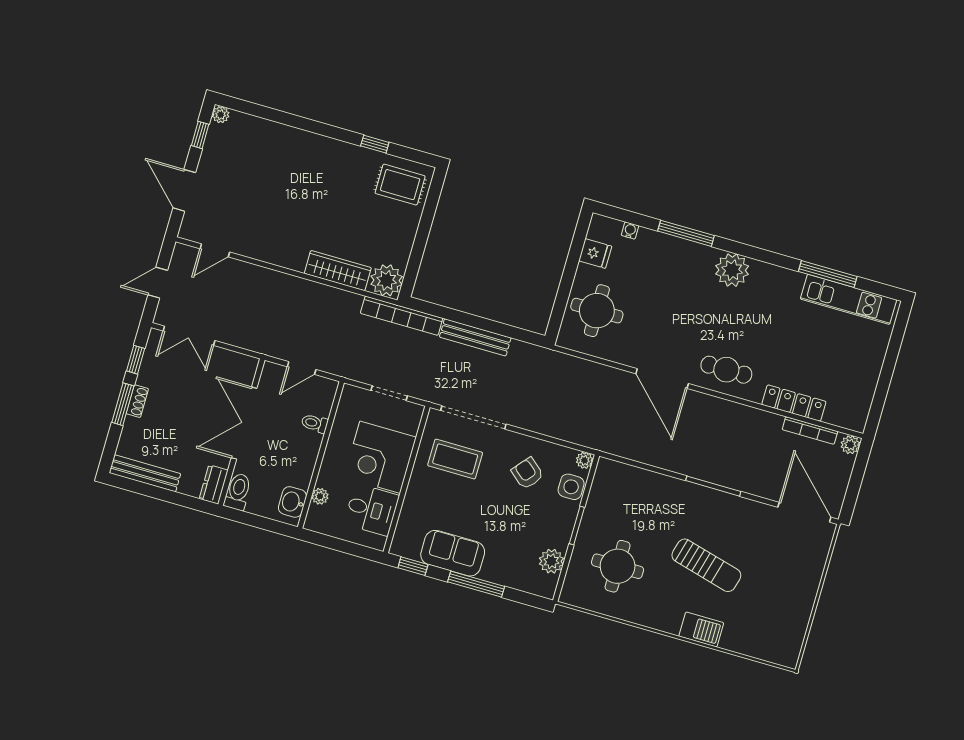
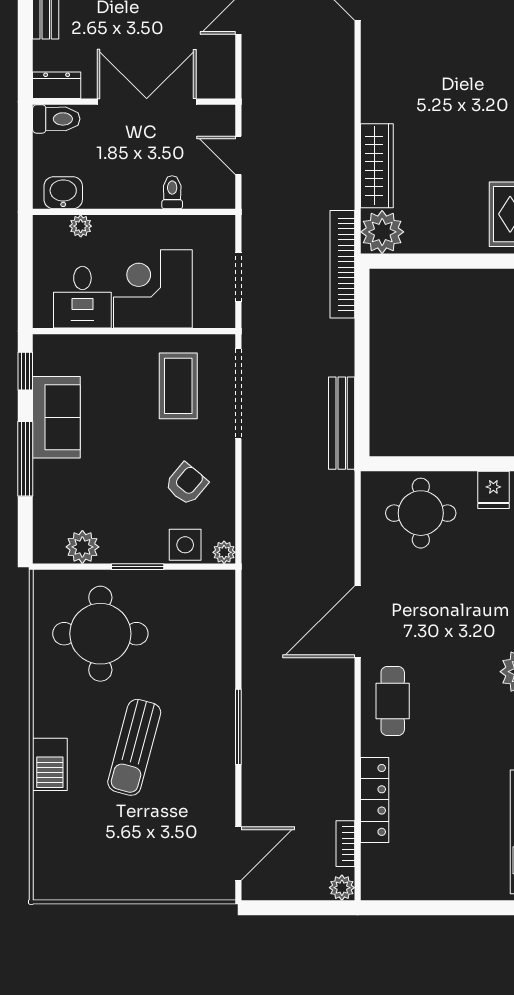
bench: (475, 337) -> (342, 423), moved
bookcase: (810, 430) -> (345, 844), width x0.64
door: (804, 512) -> (238, 854), width x0.73
round table: (618, 566) -> (100, 634), width x1.36, depth x1.36

